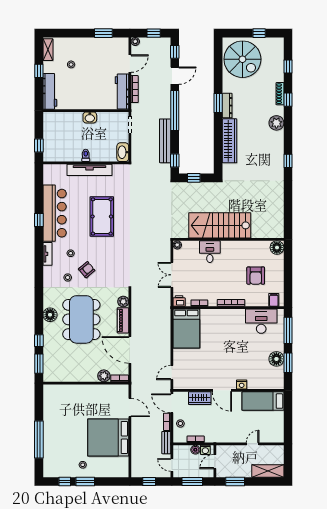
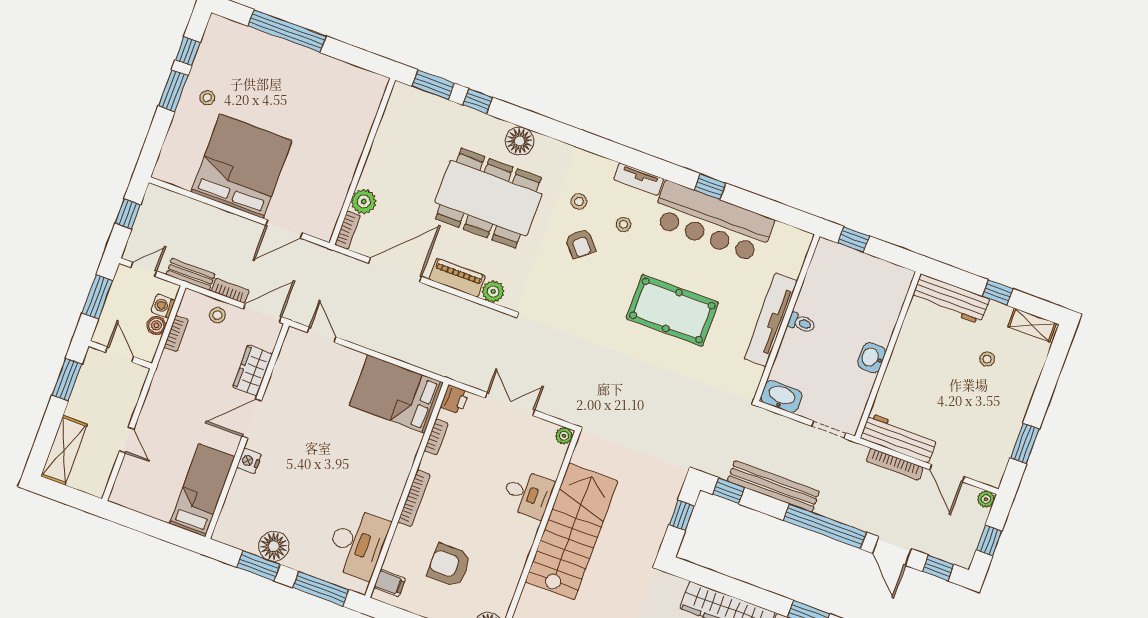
washing machine: (205, 450) -> (163, 306), moved

